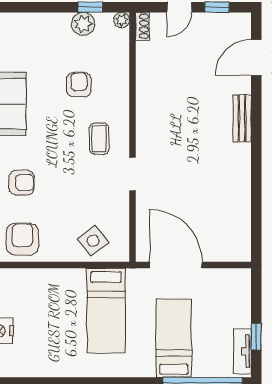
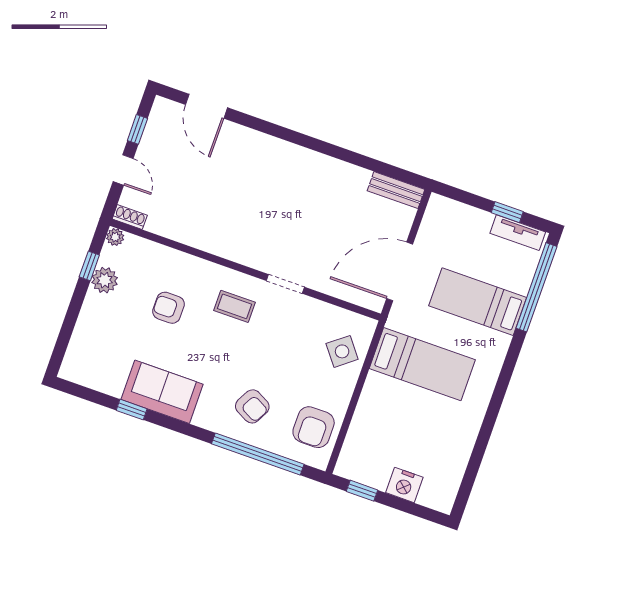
bench: (242, 118) -> (396, 190), moved
armchair: (22, 183) -> (252, 406), turned 118
armchair: (22, 239) -> (314, 427), turned -90

